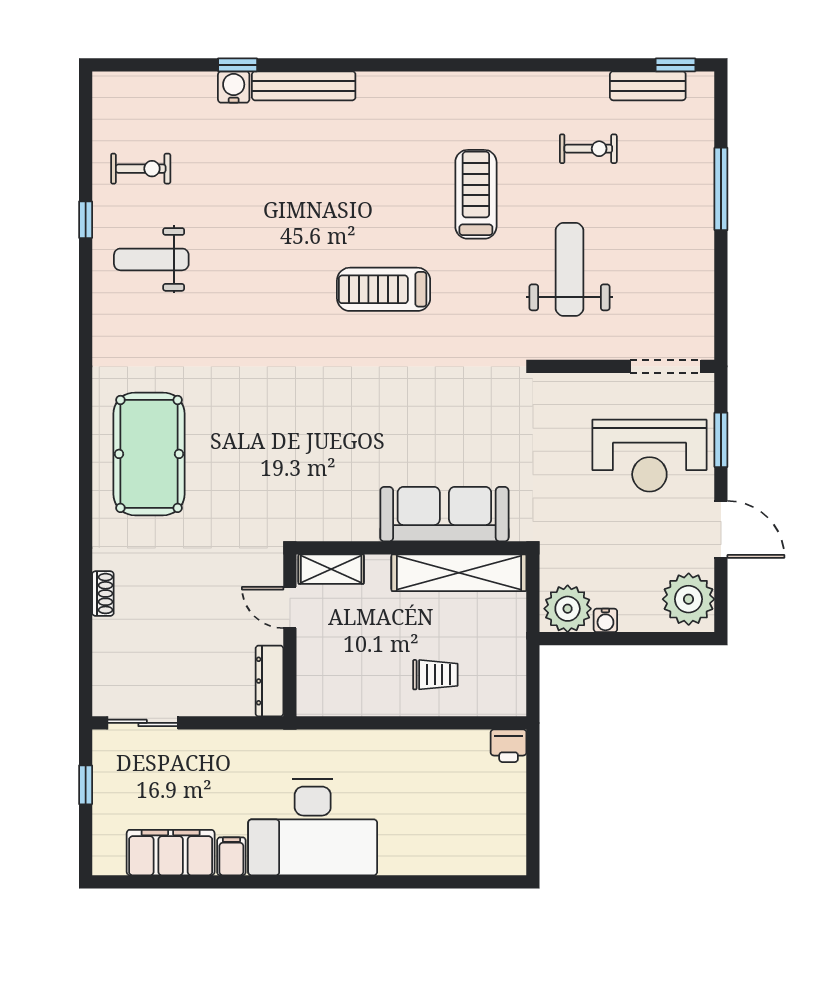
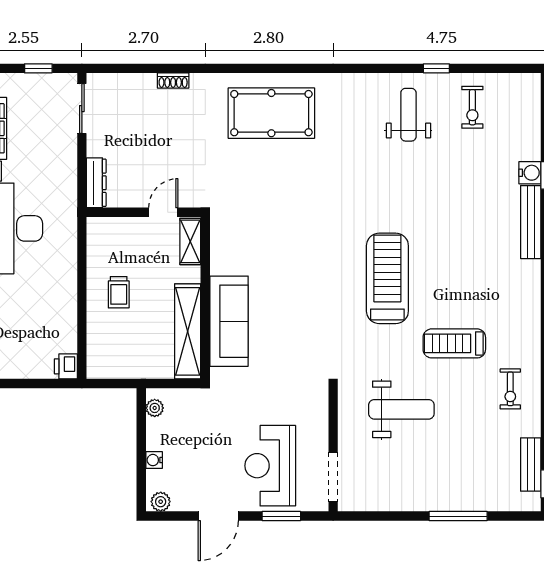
exercise bike: (588, 149) -> (510, 389), moved
treadmill: (476, 194) -> (454, 343), turned 180
treadmill: (384, 289) -> (387, 278), width x1.37, depth x1.38
plant: (689, 599) -> (161, 502), width x0.53, depth x0.53
plant: (568, 609) -> (155, 408), width x0.53, depth x0.53
water cooler: (605, 620) -> (154, 460), moved
trolley: (435, 675) -> (119, 292), moved
dresser: (269, 681) -> (96, 183), moved, turned 90

